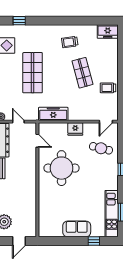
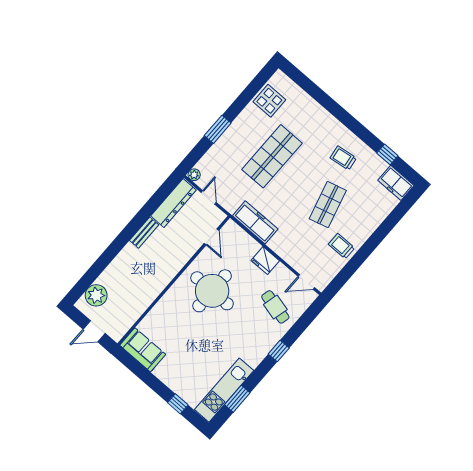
window: (19, 21) -> (387, 154), moved
sofa: (77, 229) -> (143, 350), moved

